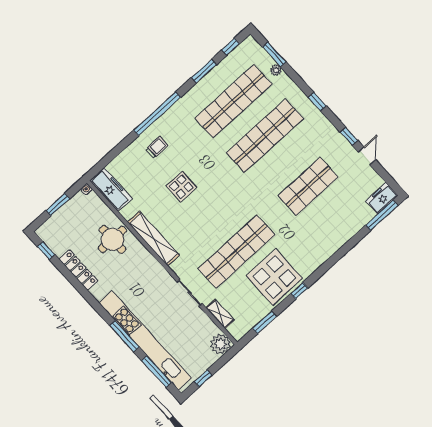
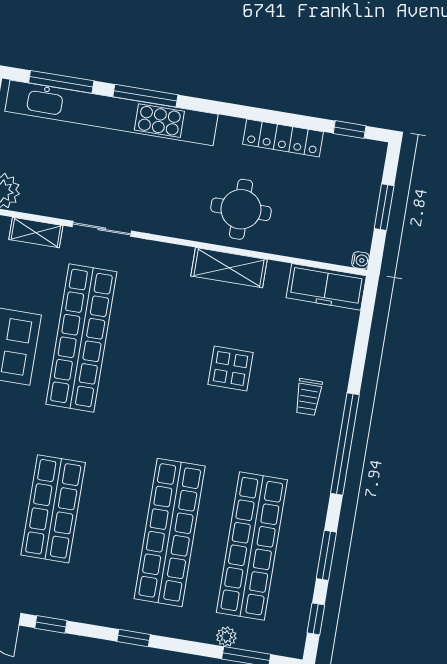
round table: (112, 239) -> (241, 209), moved
shelving: (153, 239) -> (229, 268), width x0.68

